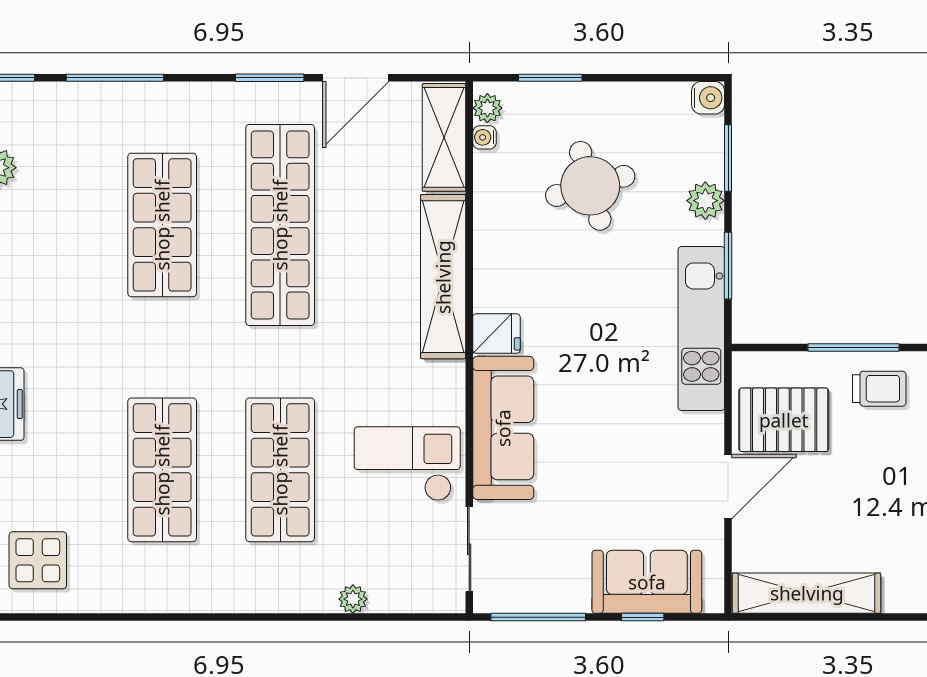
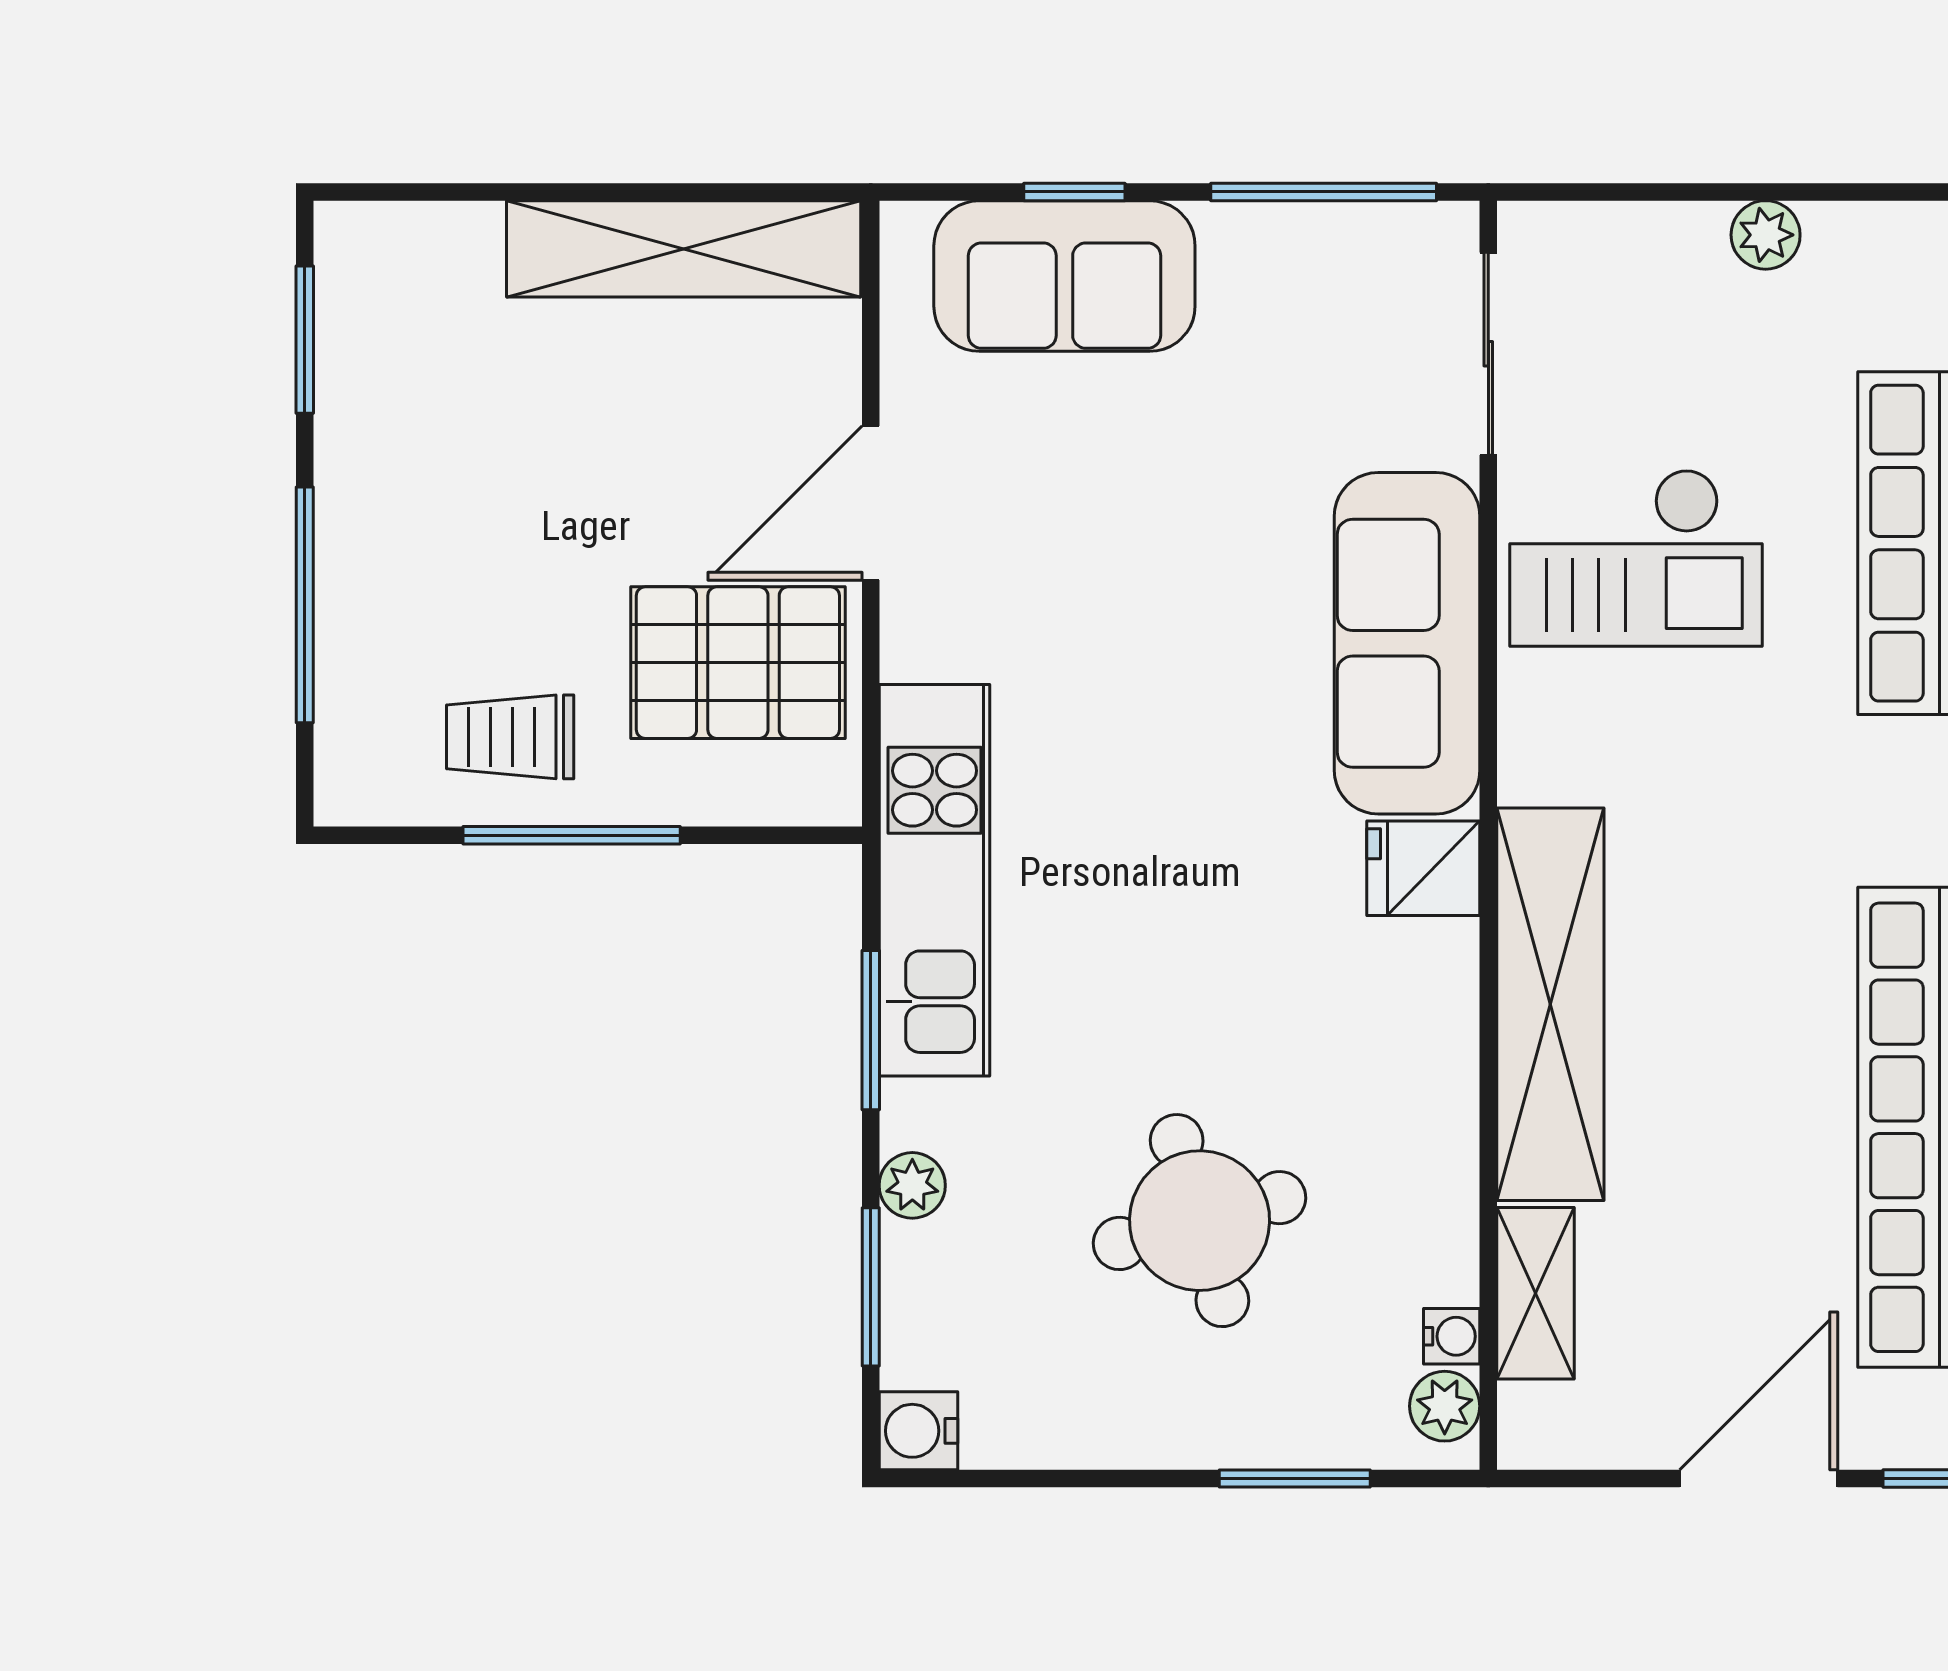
shelving: (444, 137) -> (1535, 1293), width x0.67, depth x0.75
plant: (705, 201) -> (912, 1185), width x0.73, depth x0.73

